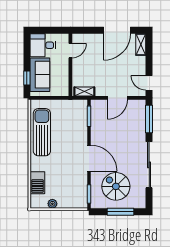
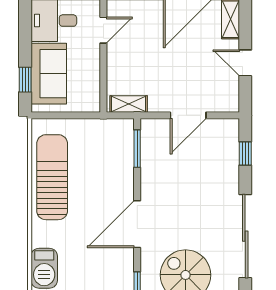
door: (149, 83) -> (245, 63), moved
window: (149, 119) -> (245, 153), width x0.46
door: (89, 158) -> (137, 224), swing flipped

